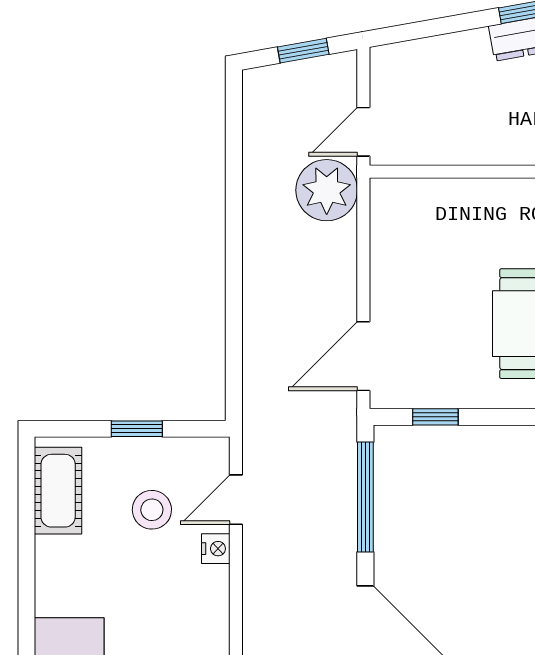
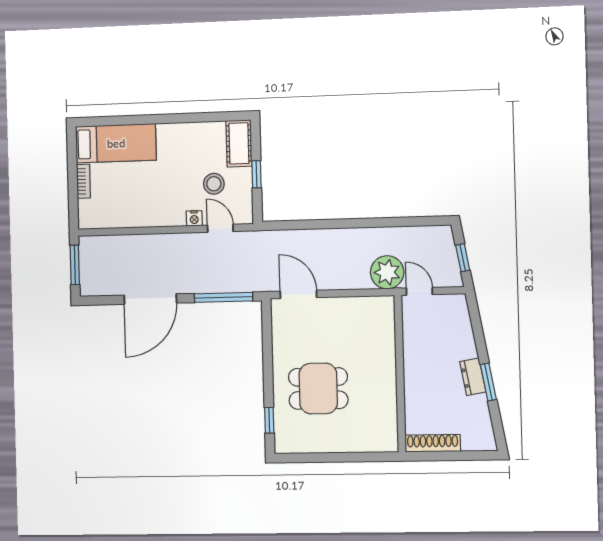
window: (435, 417) -> (267, 334), removed
cot: (58, 491) -> (239, 143), moved, turned 90

